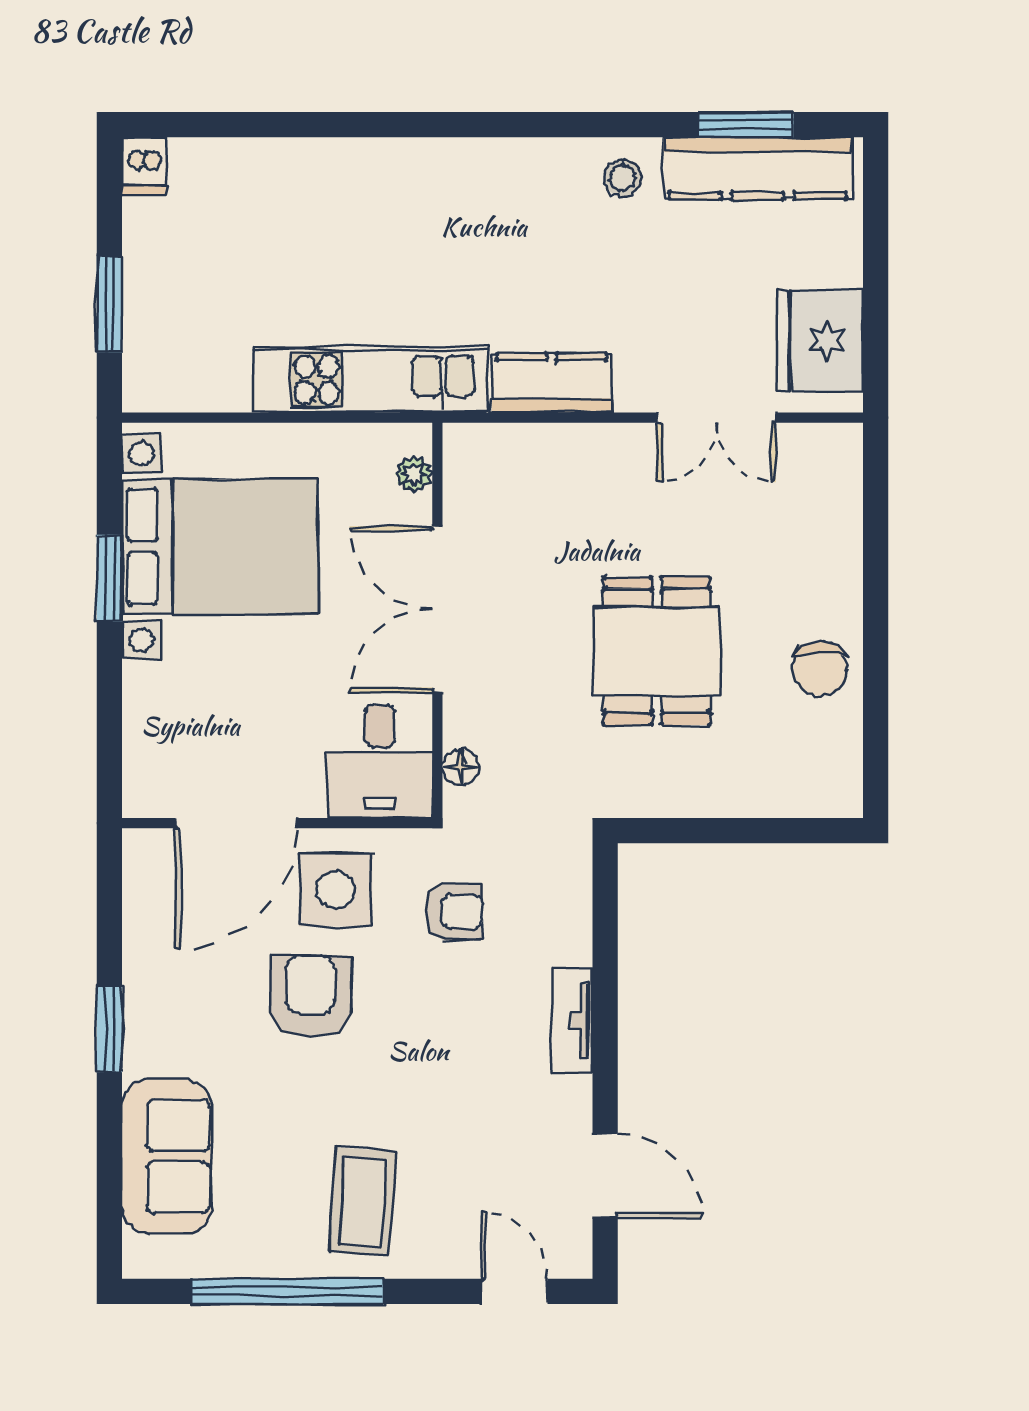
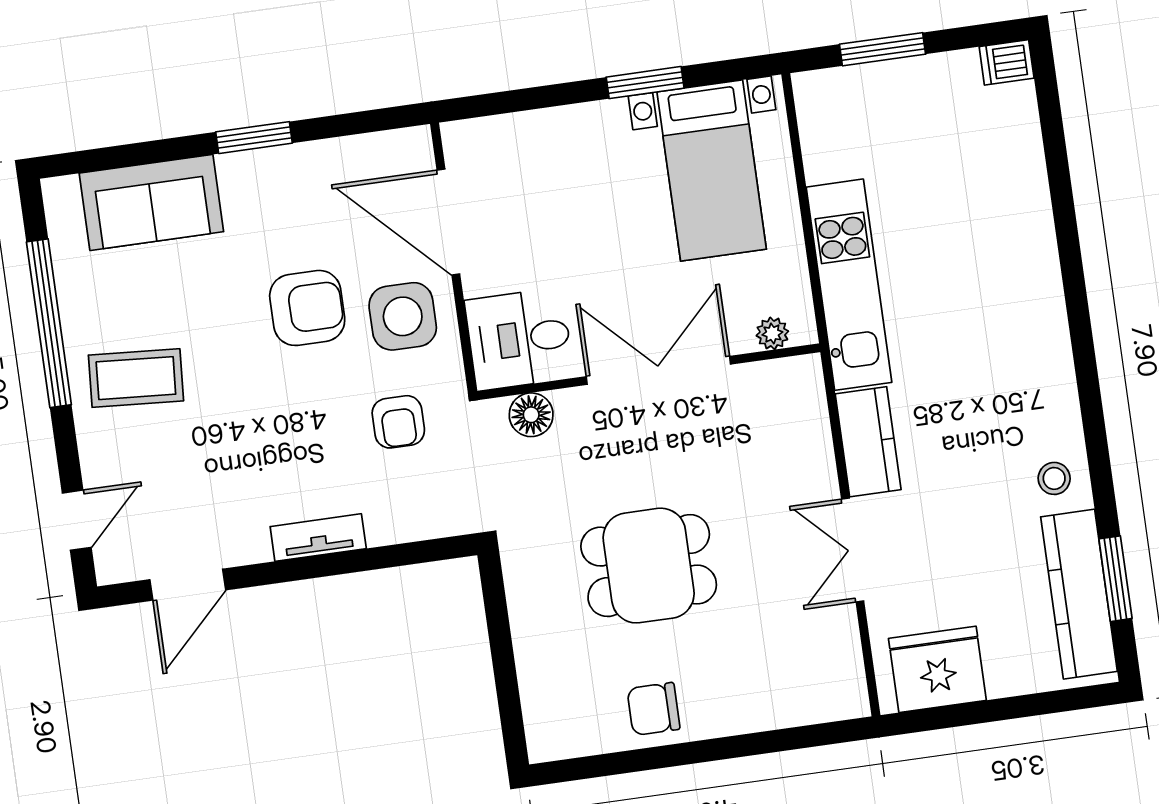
double door: (716, 418) -> (853, 550), moved
bed with nightstands: (220, 547) -> (712, 171), width x0.73
floor lamp: (461, 767) -> (531, 415), width x1.37, depth x1.37

